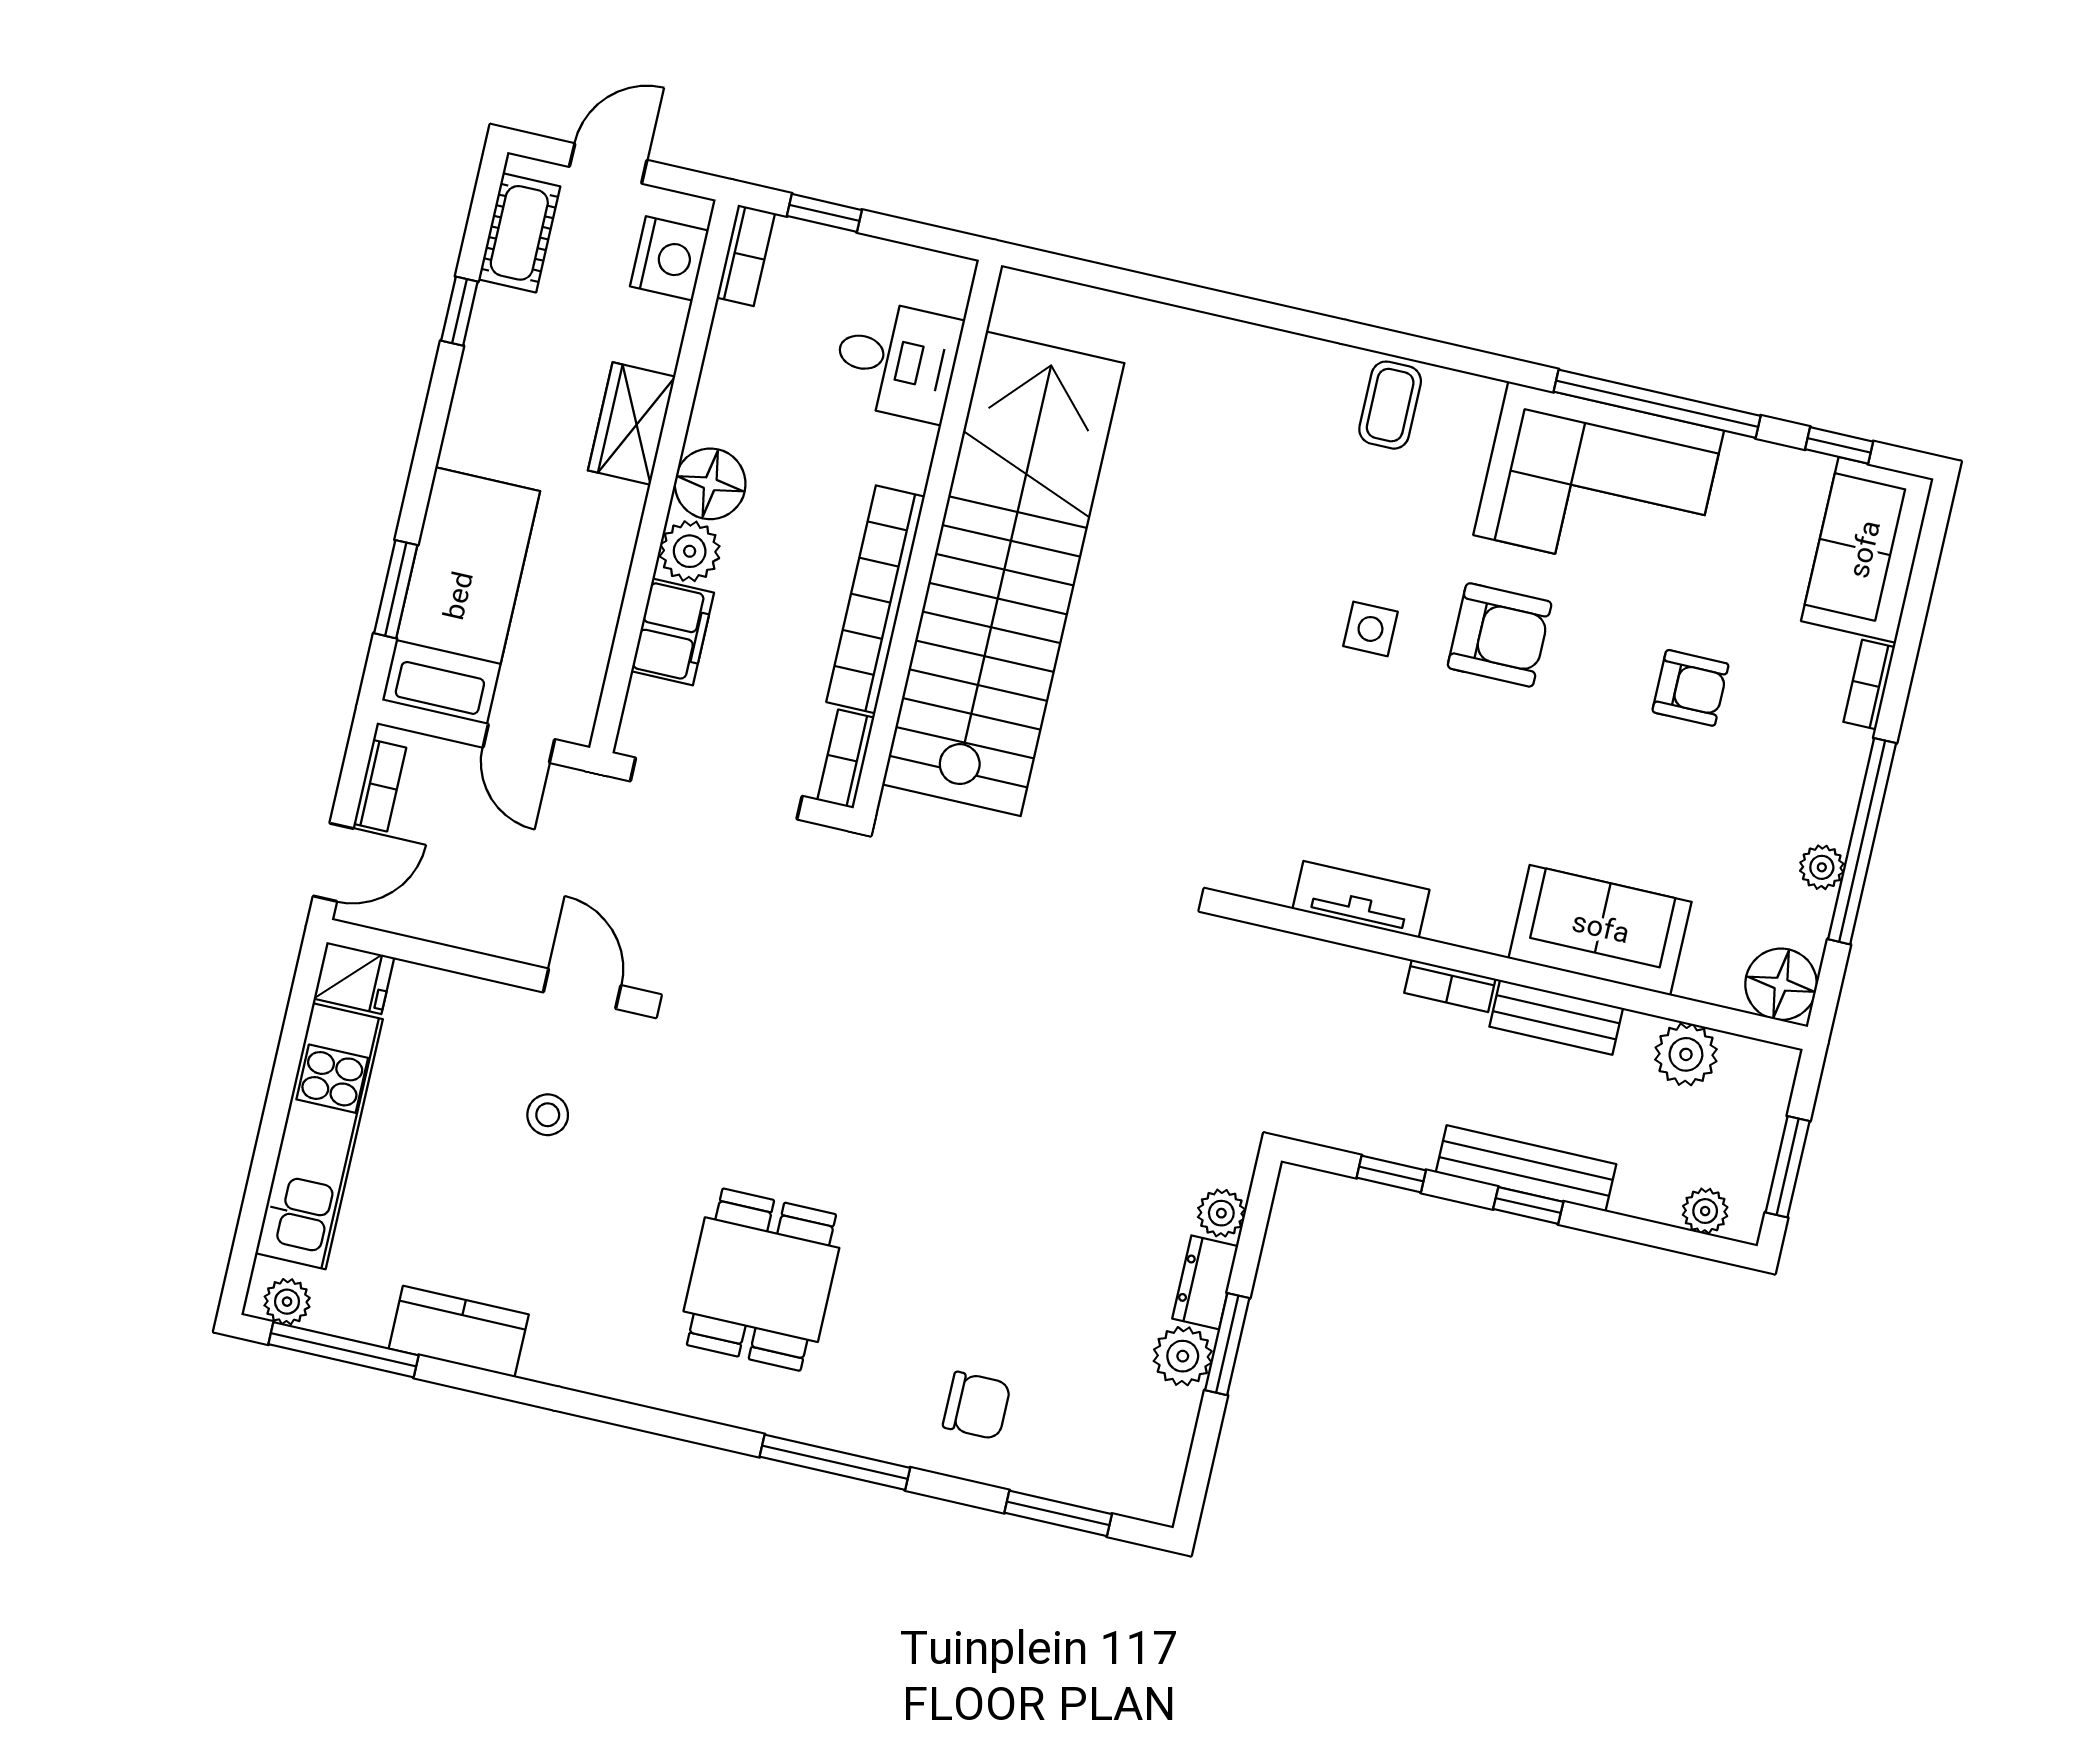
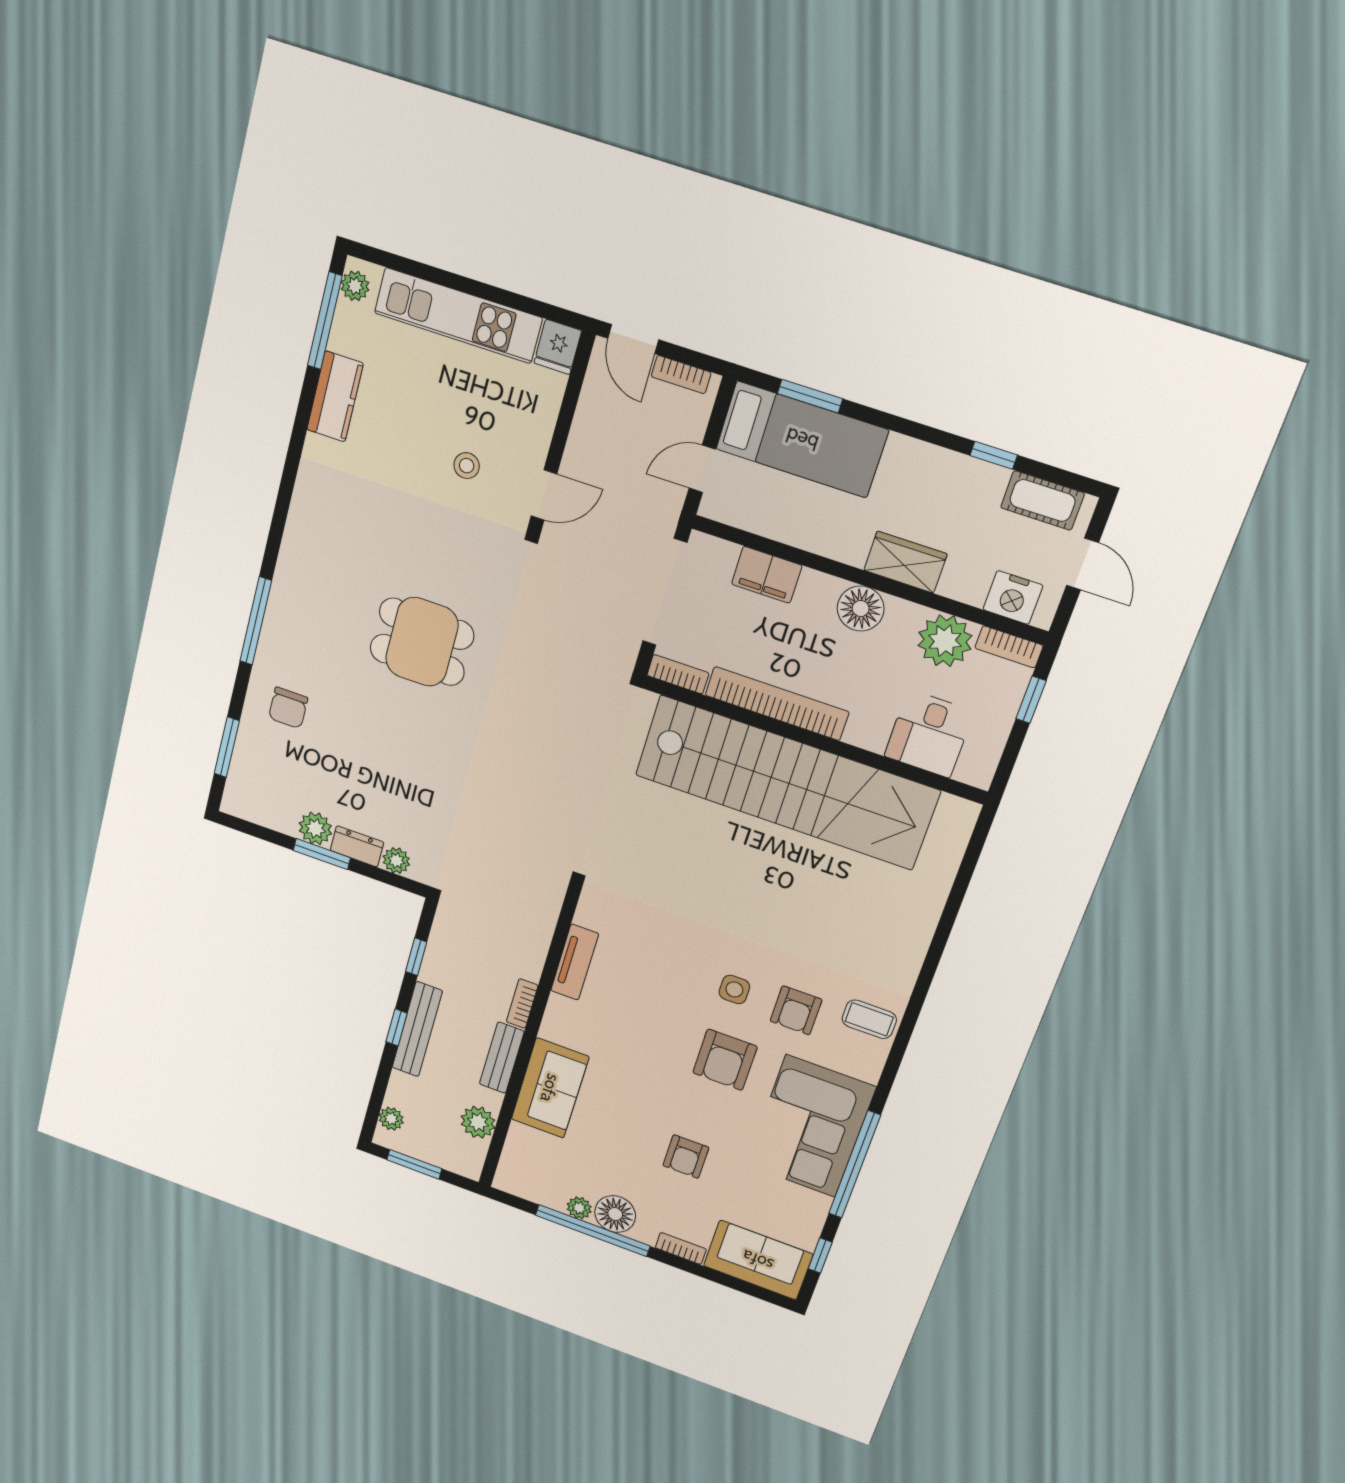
armchair: (1392, 525) -> (796, 1010), added
plant: (690, 551) -> (945, 641), moved, width x1.36, depth x1.36
floor lamp: (1781, 984) -> (615, 1214), moved
dining table: (761, 1280) -> (422, 642), moved

